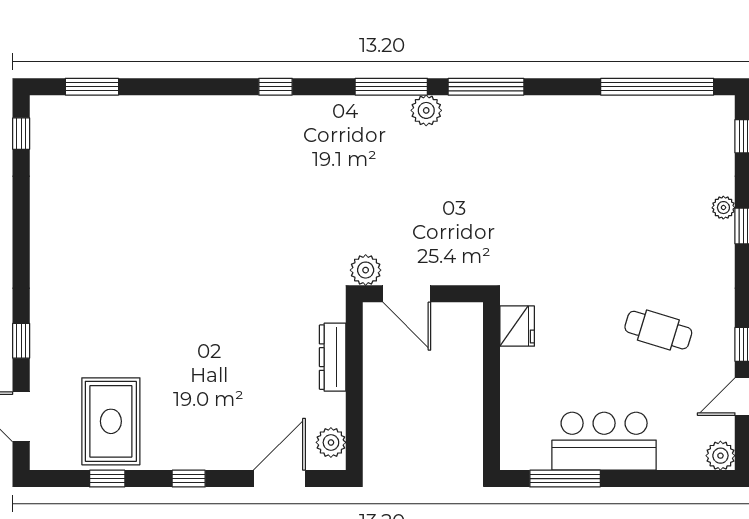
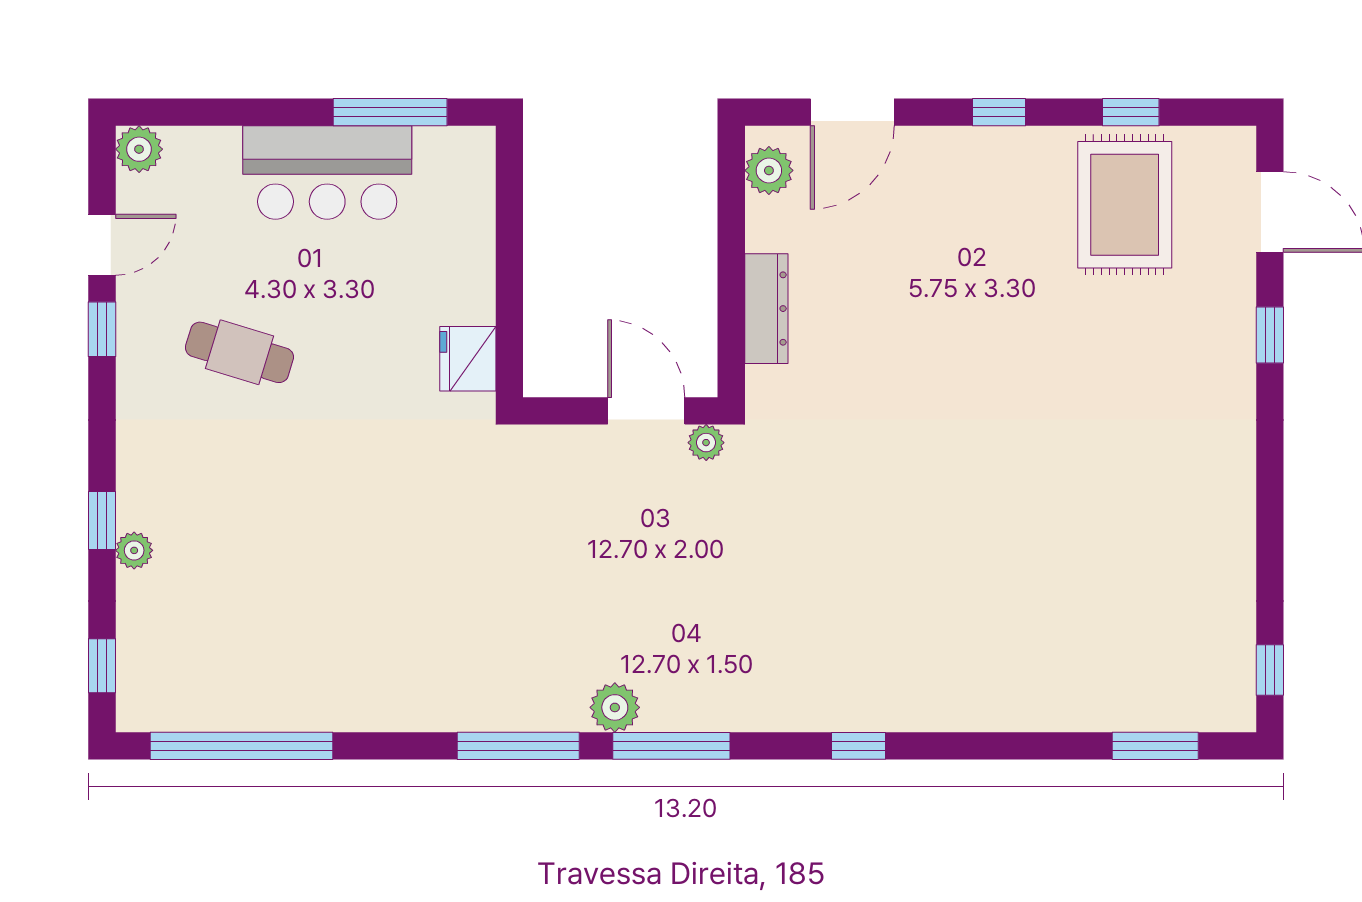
plant: (366, 270) -> (706, 443), width x0.73, depth x0.73

